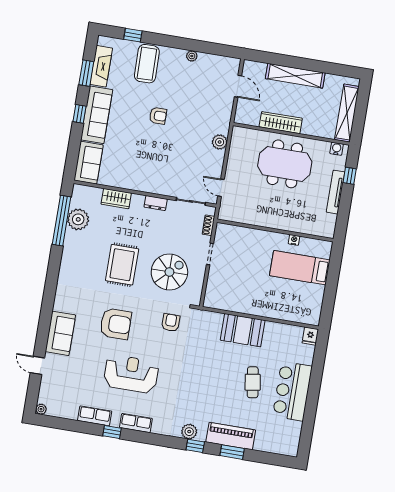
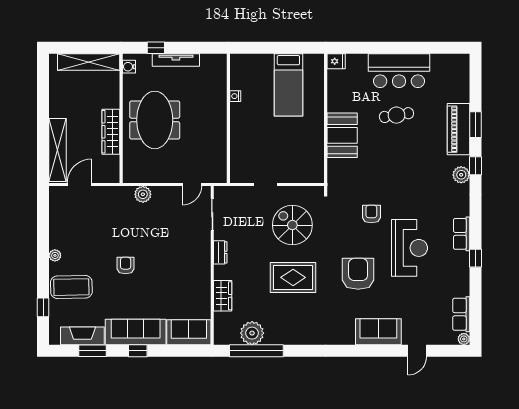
plant: (192, 56) -> (55, 255), moved
shelving: (295, 76) -> (58, 150), moved
shoe rack: (208, 225) -> (235, 191), removed
bed: (300, 268) -> (288, 85), moved
armchair: (171, 323) -> (371, 214), moved, turned 90
reception desk: (131, 374) -> (409, 248), turned 180
row of seats: (95, 416) -> (461, 314), moved

